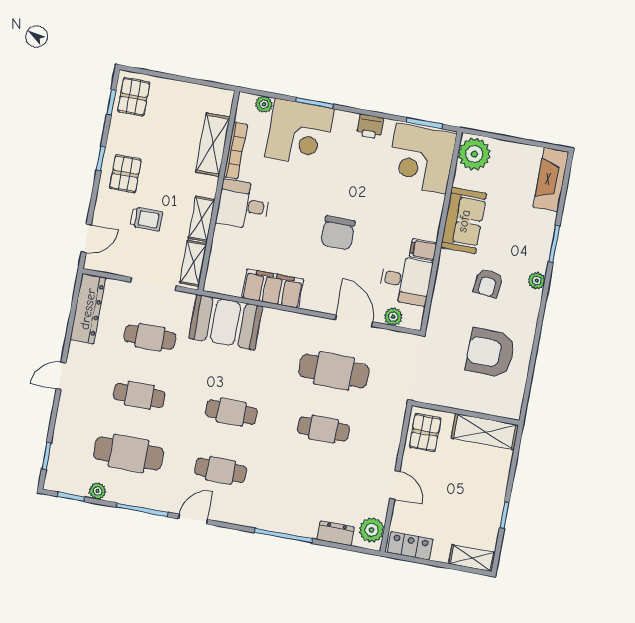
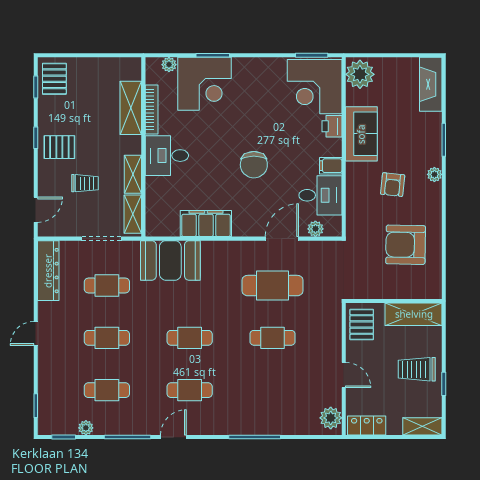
printer: (370, 127) -> (332, 126), moved, turned 90
pallet: (125, 174) -> (59, 147), turned 90
door: (354, 321) -> (282, 239), hinge flipped
cafe table: (129, 453) -> (107, 390), width x0.73, depth x0.74
trolley: (477, 493) -> (417, 369), added
dresser: (336, 533) -> (300, 427), removed

